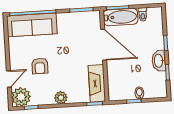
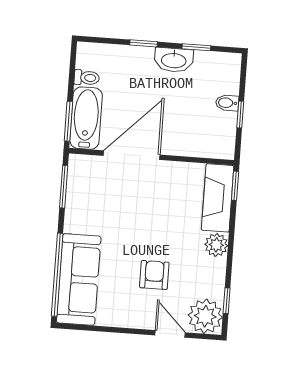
armchair: (40, 66) -> (154, 275), turned -90
fireplace: (97, 83) -> (218, 198), moved, turned 90

